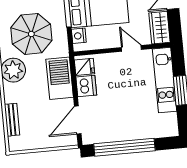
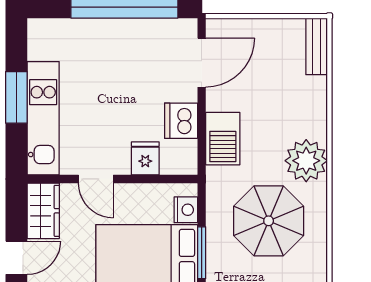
fridge: (84, 67) -> (145, 158), moved, turned 90
barbecue: (60, 78) -> (223, 139), width x0.73, depth x0.83
bench: (12, 120) -> (317, 46), moved

